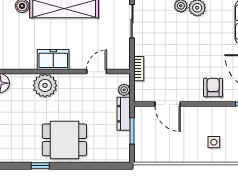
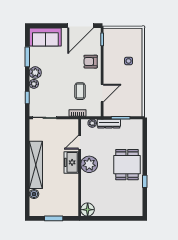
freezer: (53, 60) -> (71, 162), moved
door: (97, 72) -> (80, 142), hinge flipped
coffee table: (170, 72) -> (80, 91), added
plant: (45, 85) -> (89, 164), moved

